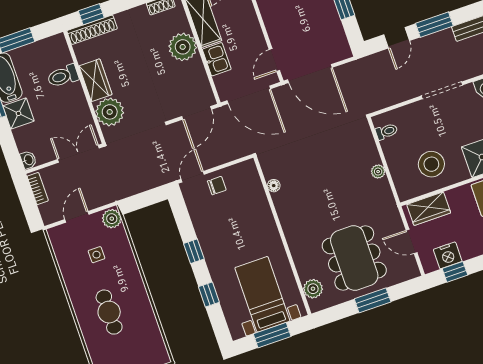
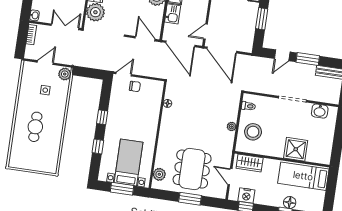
door: (197, 113) -> (145, 39), swing flipped
stool: (431, 164) -> (253, 132), moved

